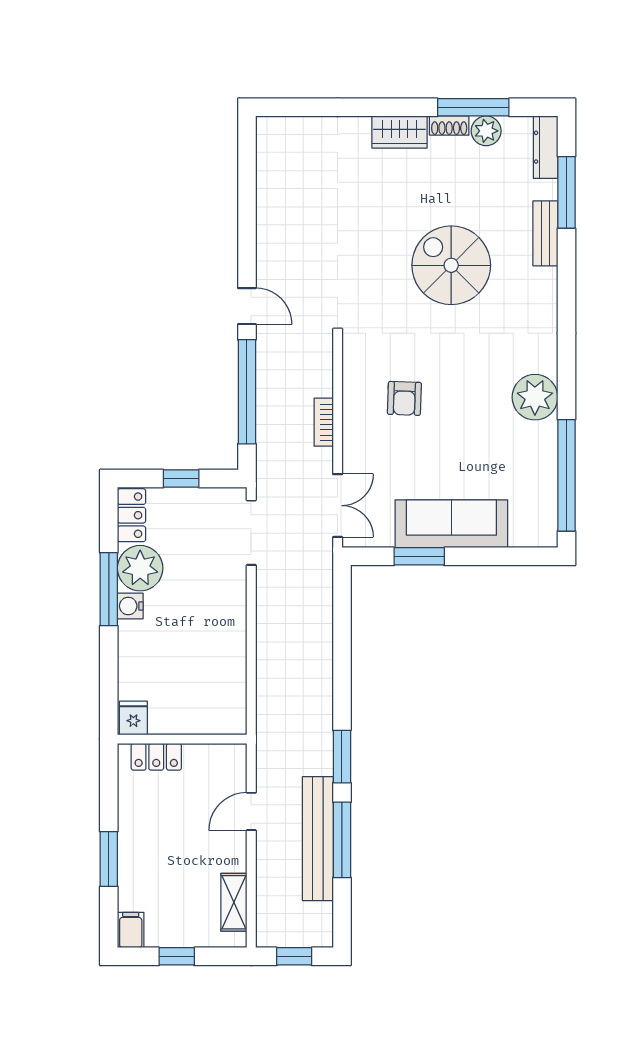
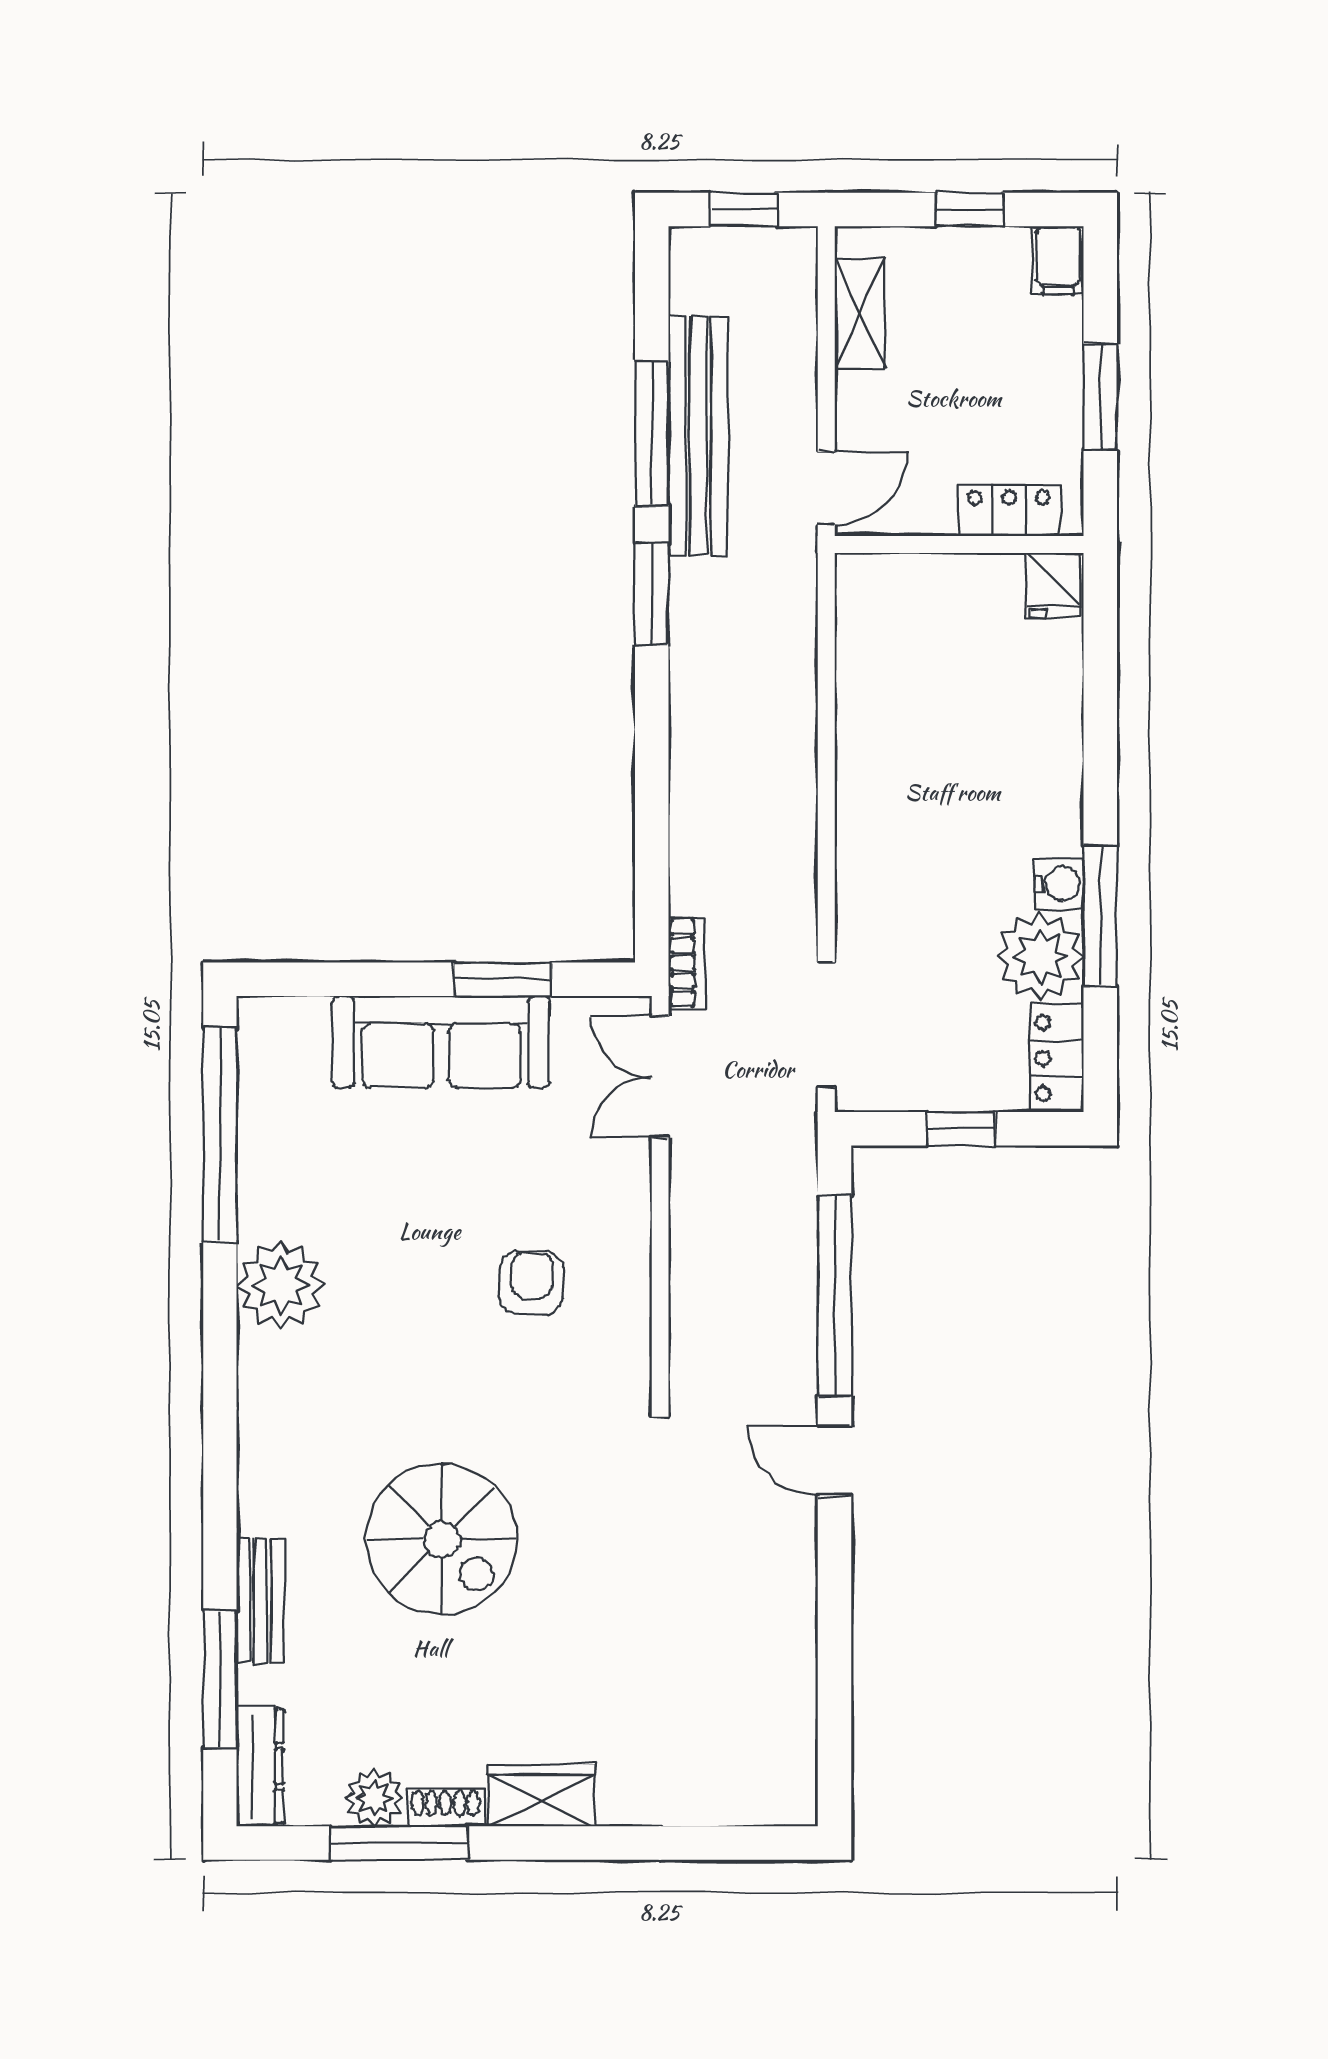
bookcase: (324, 422) -> (687, 963), moved
fridge: (133, 718) -> (1053, 585), moved
wall: (182, 739) -> (959, 544), moved
locker: (156, 757) -> (1009, 510), moved

